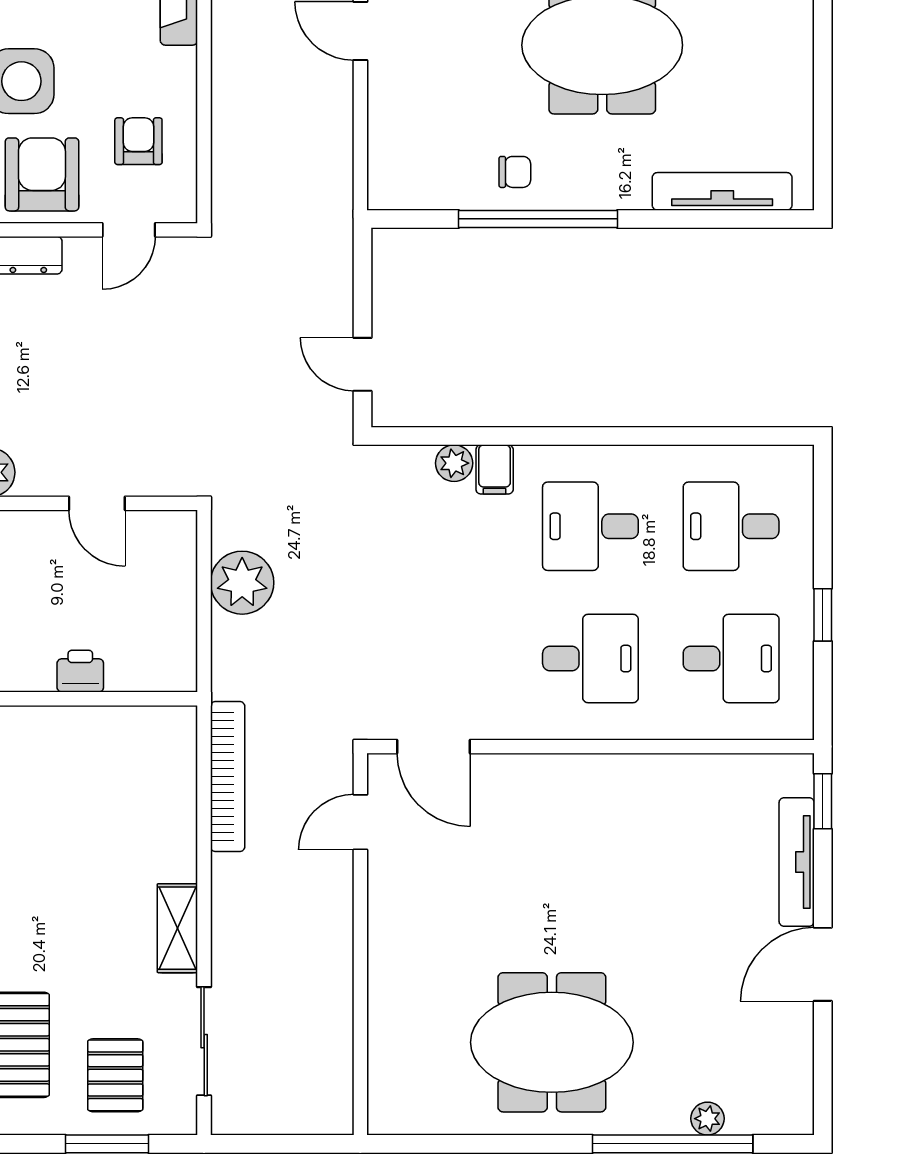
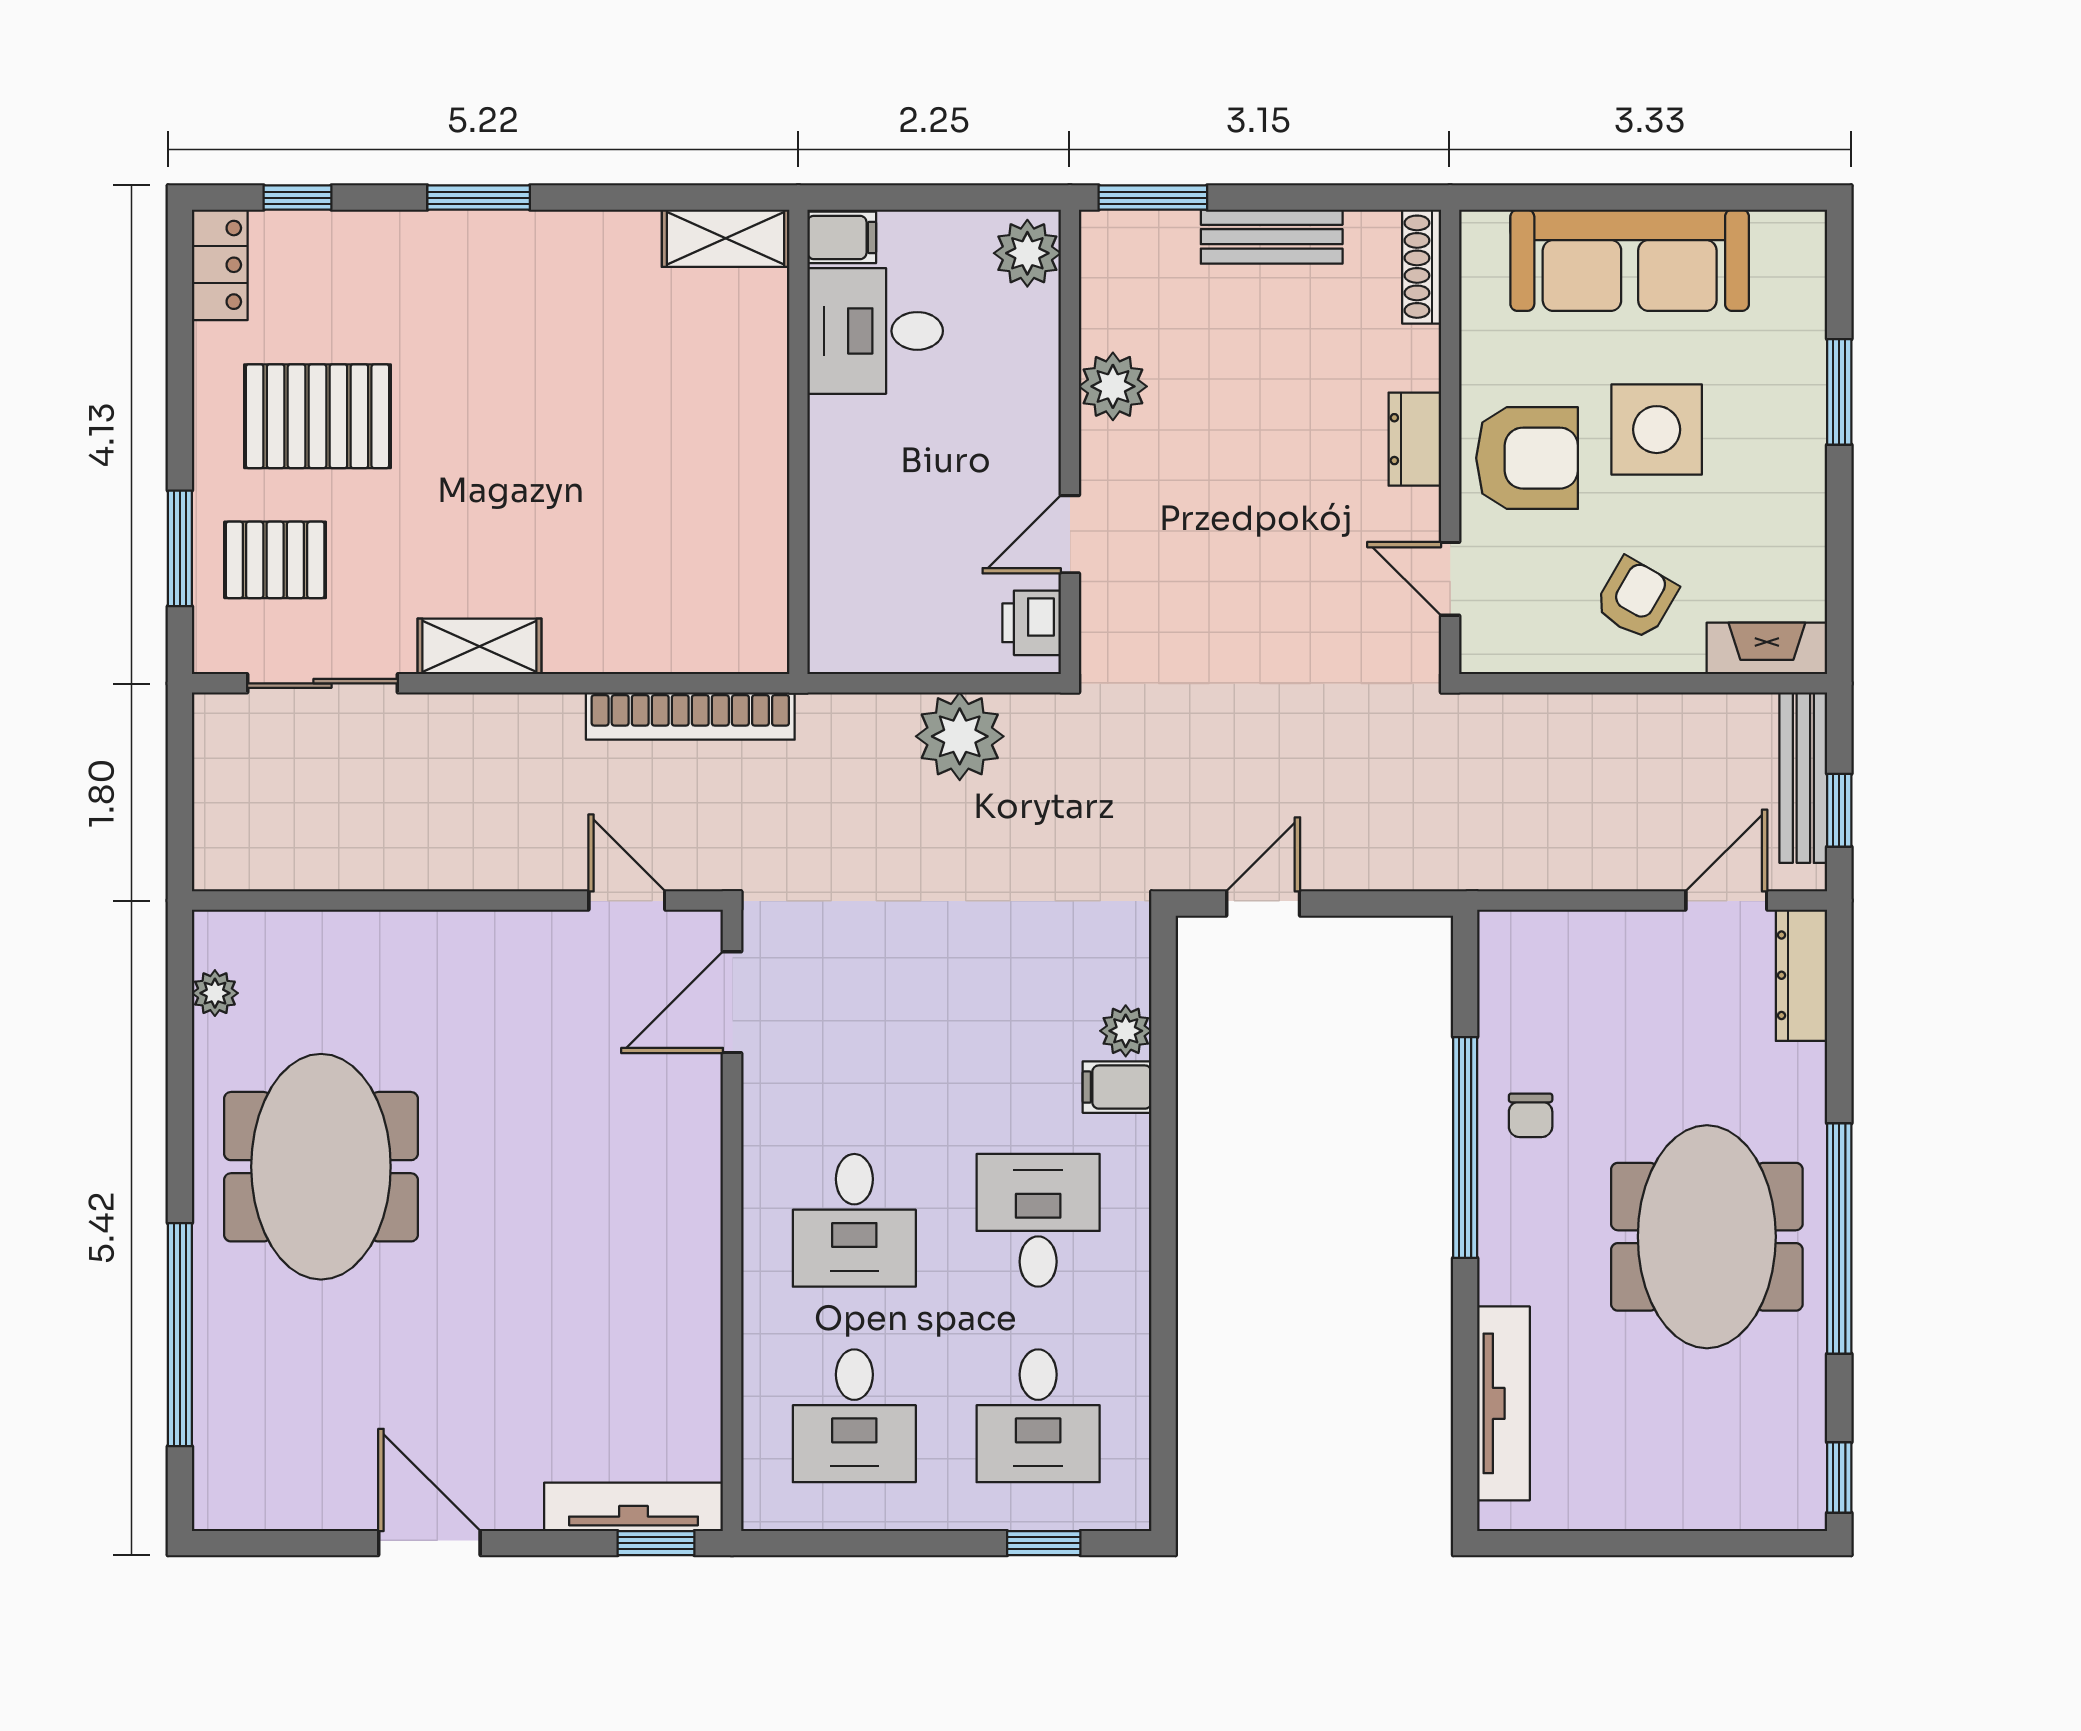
armchair: (138, 141) -> (1636, 599), moved, turned -60
desk: (731, 526) -> (1038, 1416), turned 180
window: (823, 615) -> (1044, 1543), moved
printer: (80, 671) -> (1032, 623), moved, turned 180
tv unit: (797, 862) -> (634, 1507), moved
plant: (707, 1119) -> (215, 993), moved

